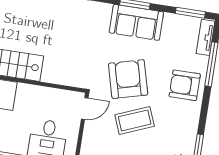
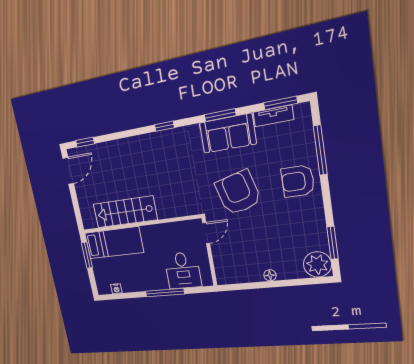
tv unit: (206, 37) -> (273, 116), moved, turned -90
coffee table: (135, 120) -> (257, 231), removed

